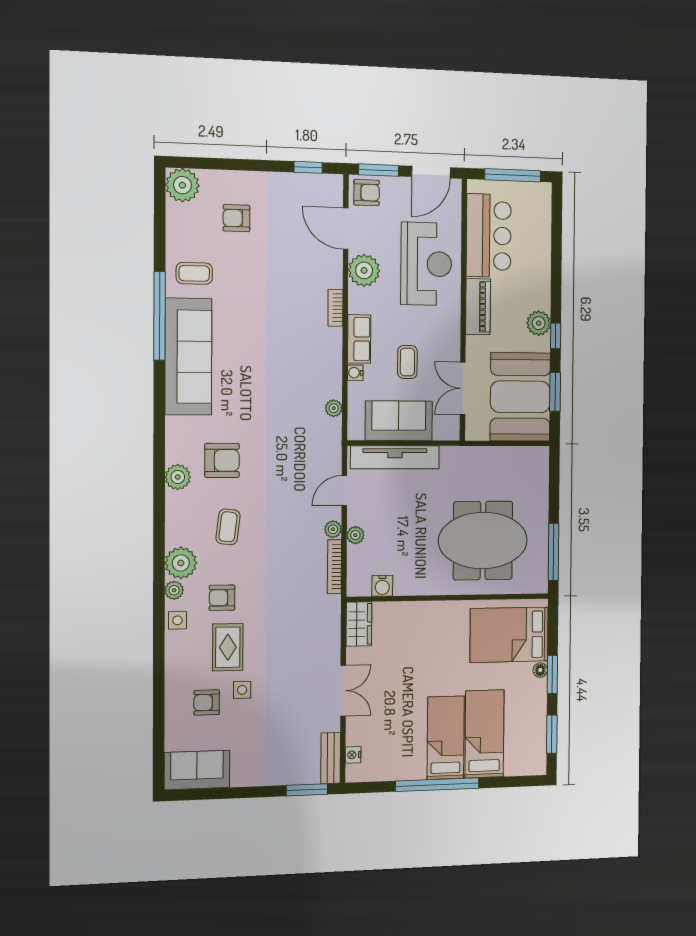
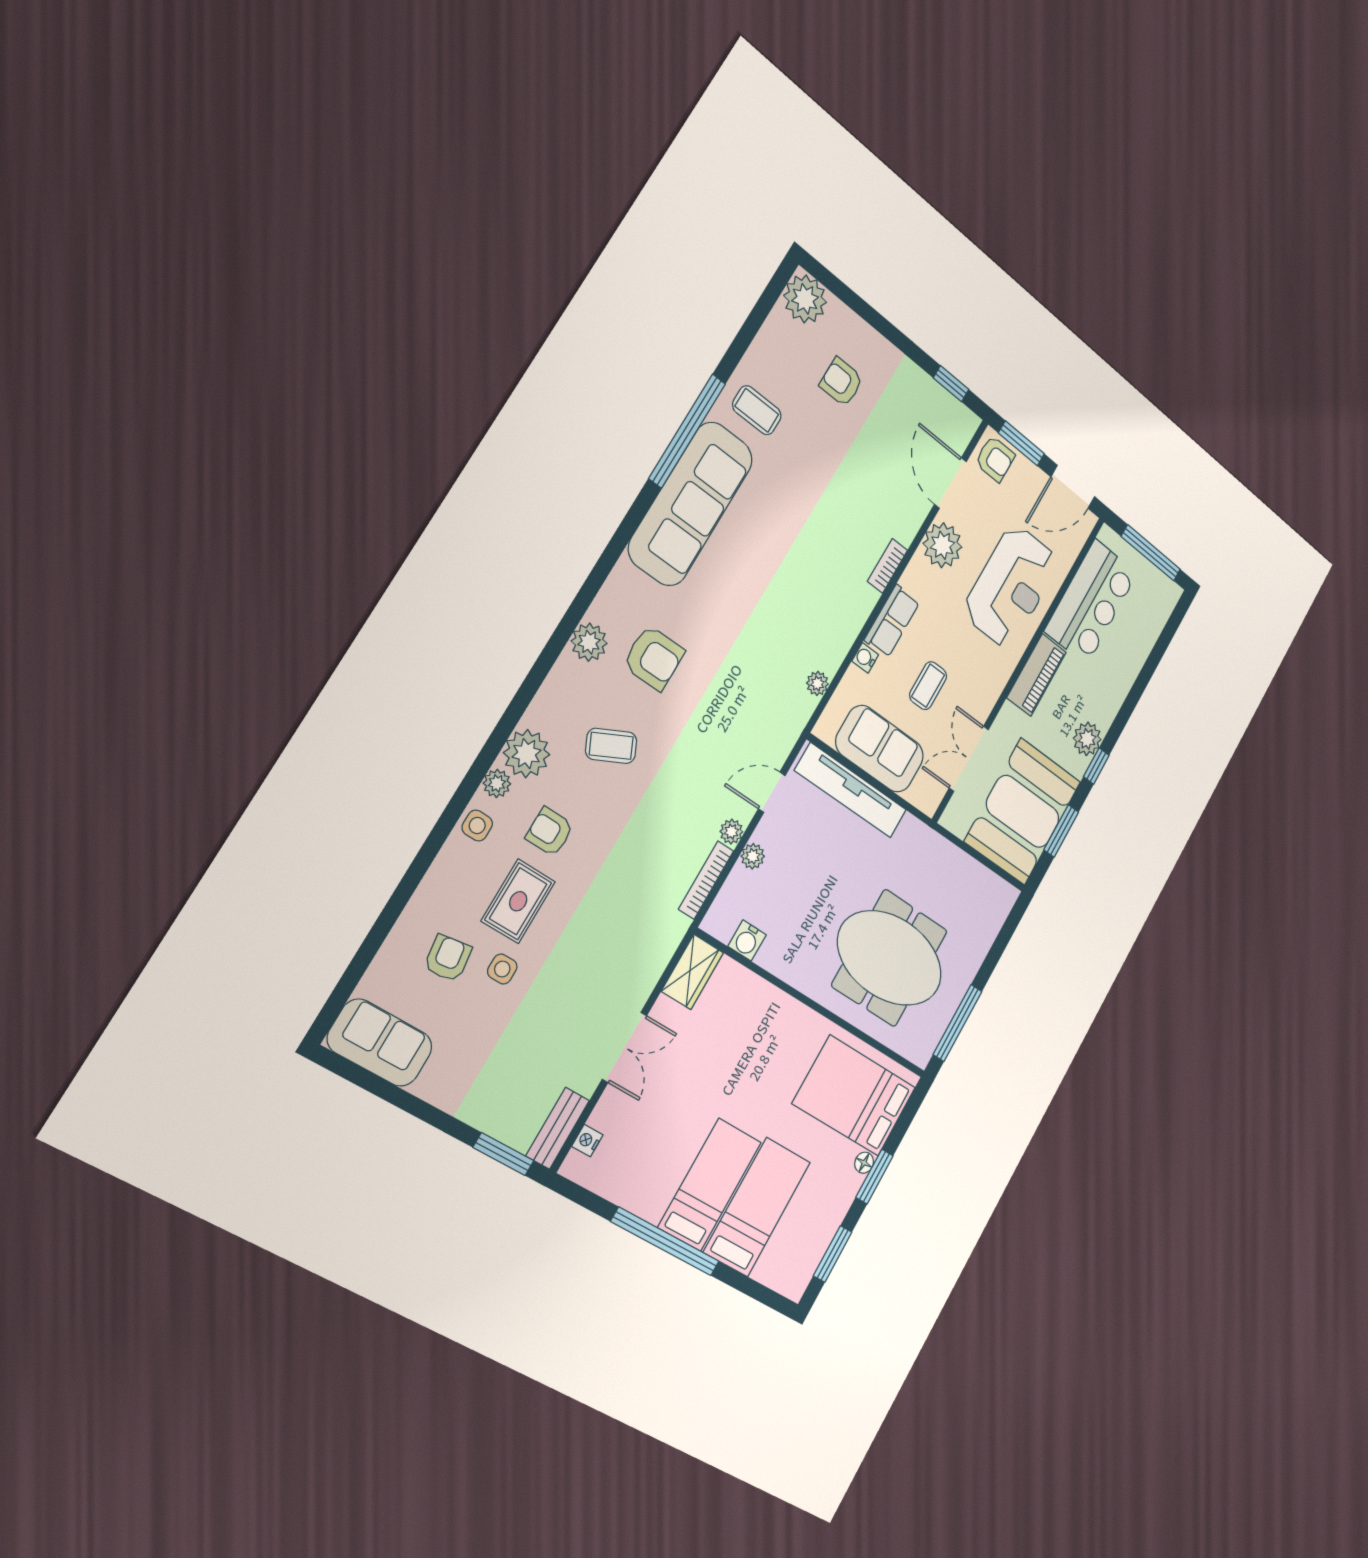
coffee table: (228, 527) -> (611, 746), turned 57
armchair: (207, 703) -> (448, 958), turned 82

